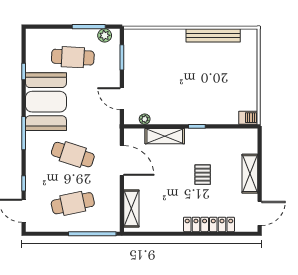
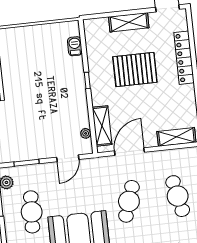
barbecue: (248, 118) -> (75, 46), moved
shelving: (165, 136) -> (102, 126), moved
pallet: (203, 175) -> (135, 70), width x2.05, depth x2.00

